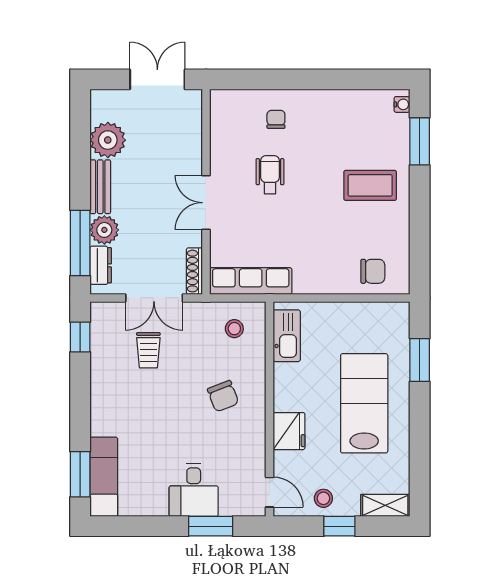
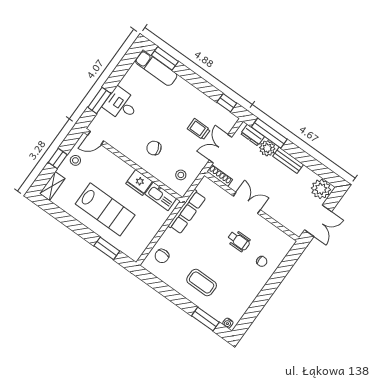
plant: (108, 140) -> (321, 189), moved
coffee table: (370, 185) -> (202, 283), turned 90
row of seats: (251, 281) -> (187, 212), moved
fridge: (289, 431) -> (139, 182), moved

